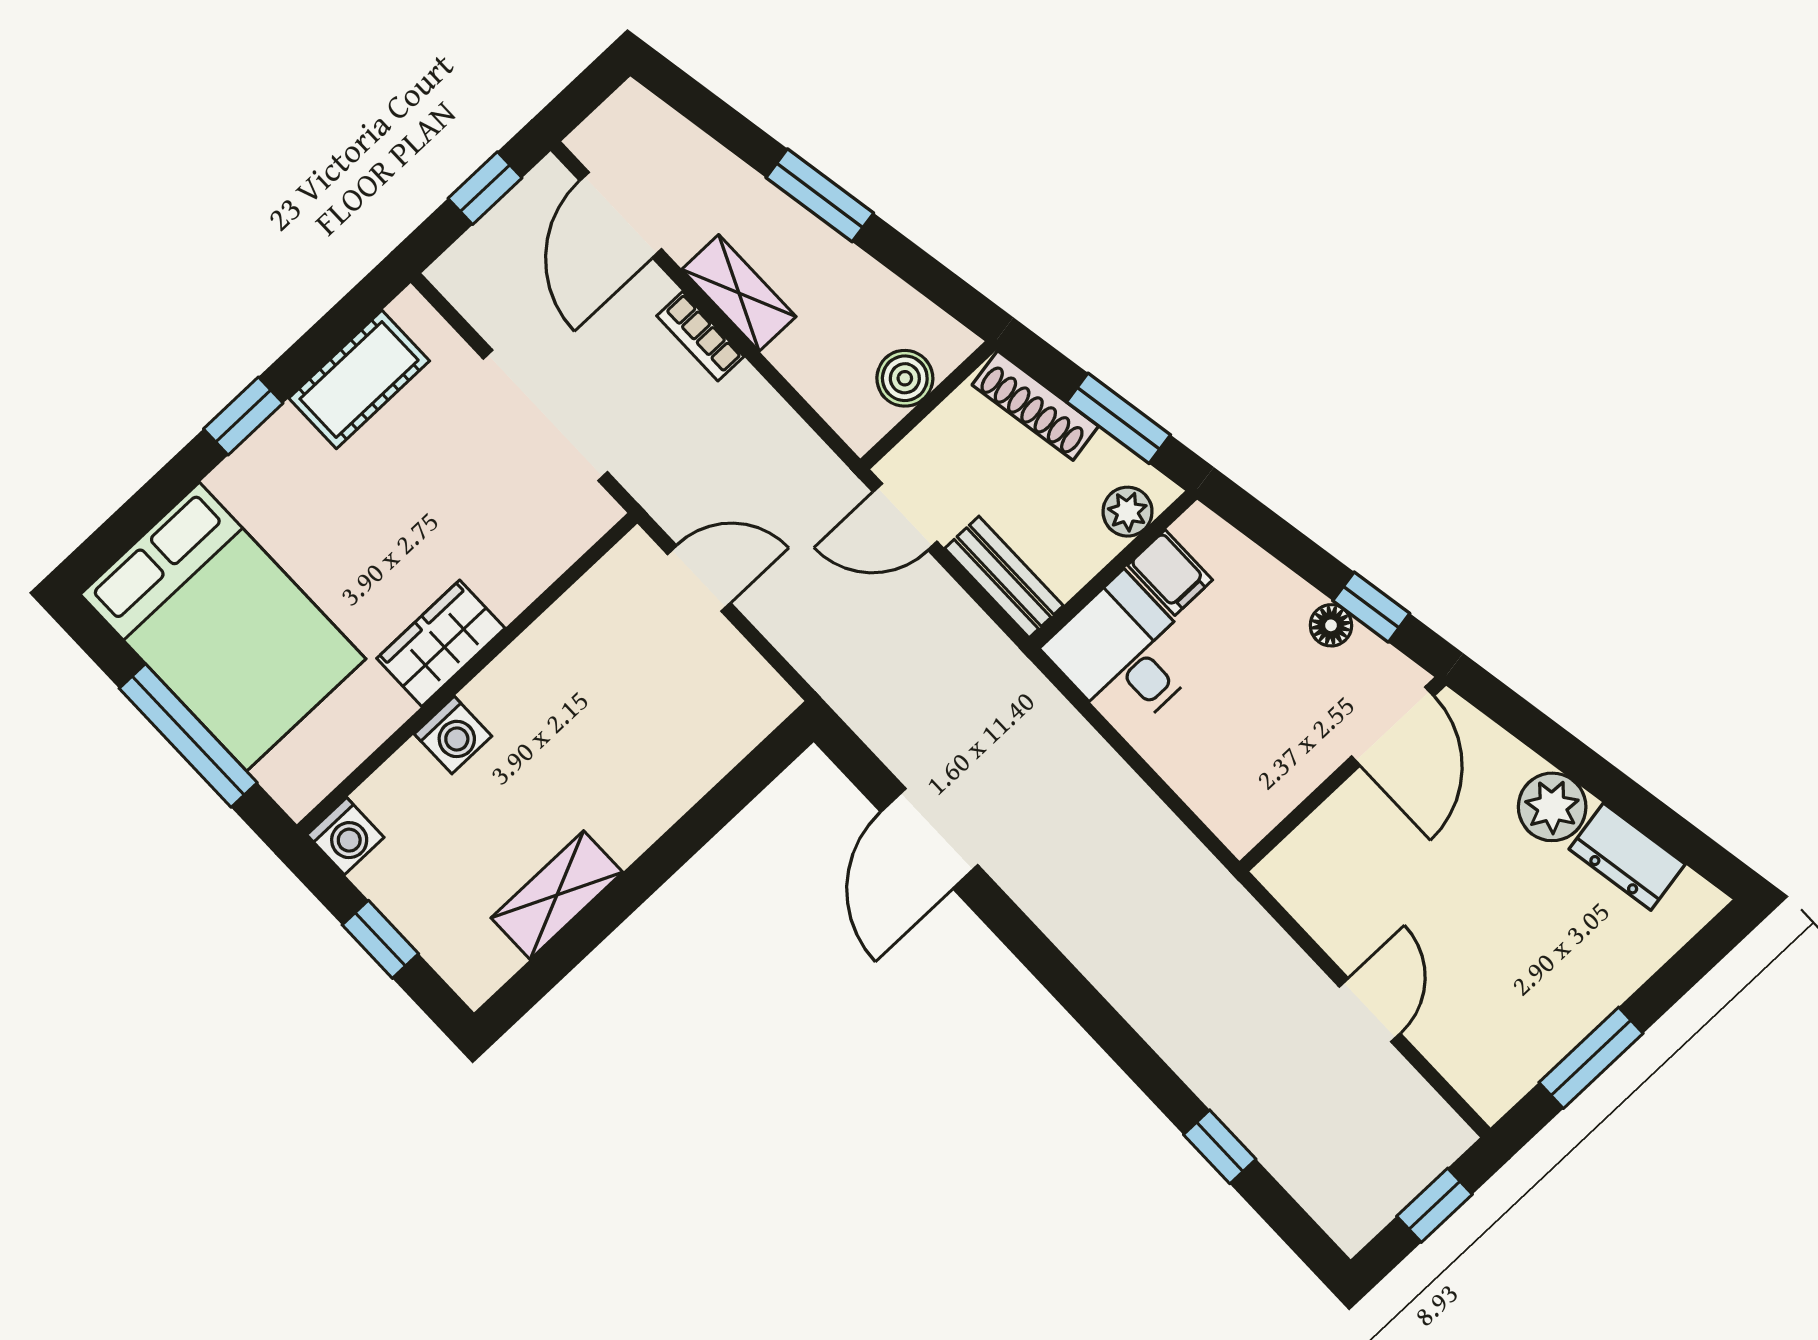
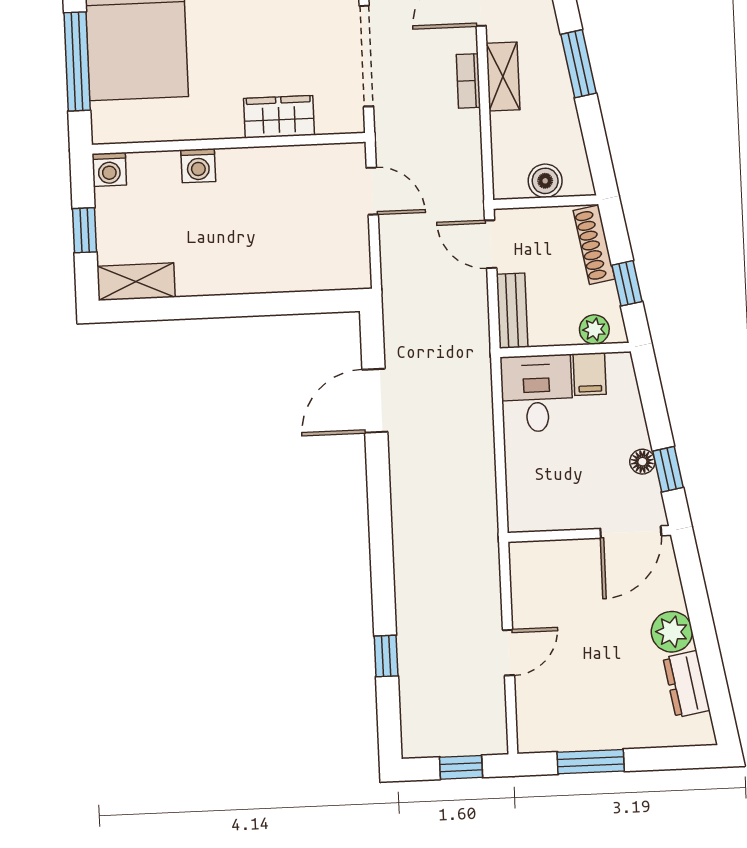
window: (1118, 418) -> (627, 283), width x0.67
wardrobe: (441, 643) -> (279, 117), moved
shelving: (557, 895) -> (136, 282), moved

